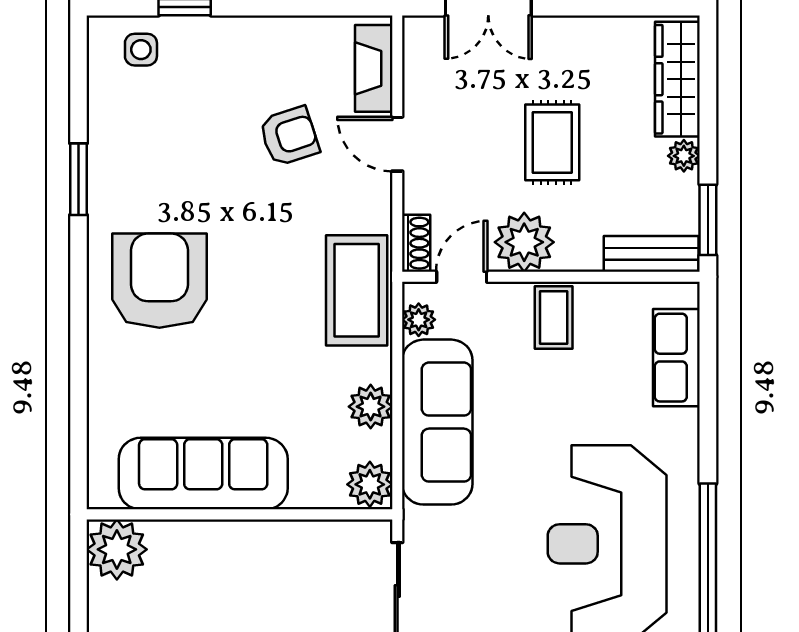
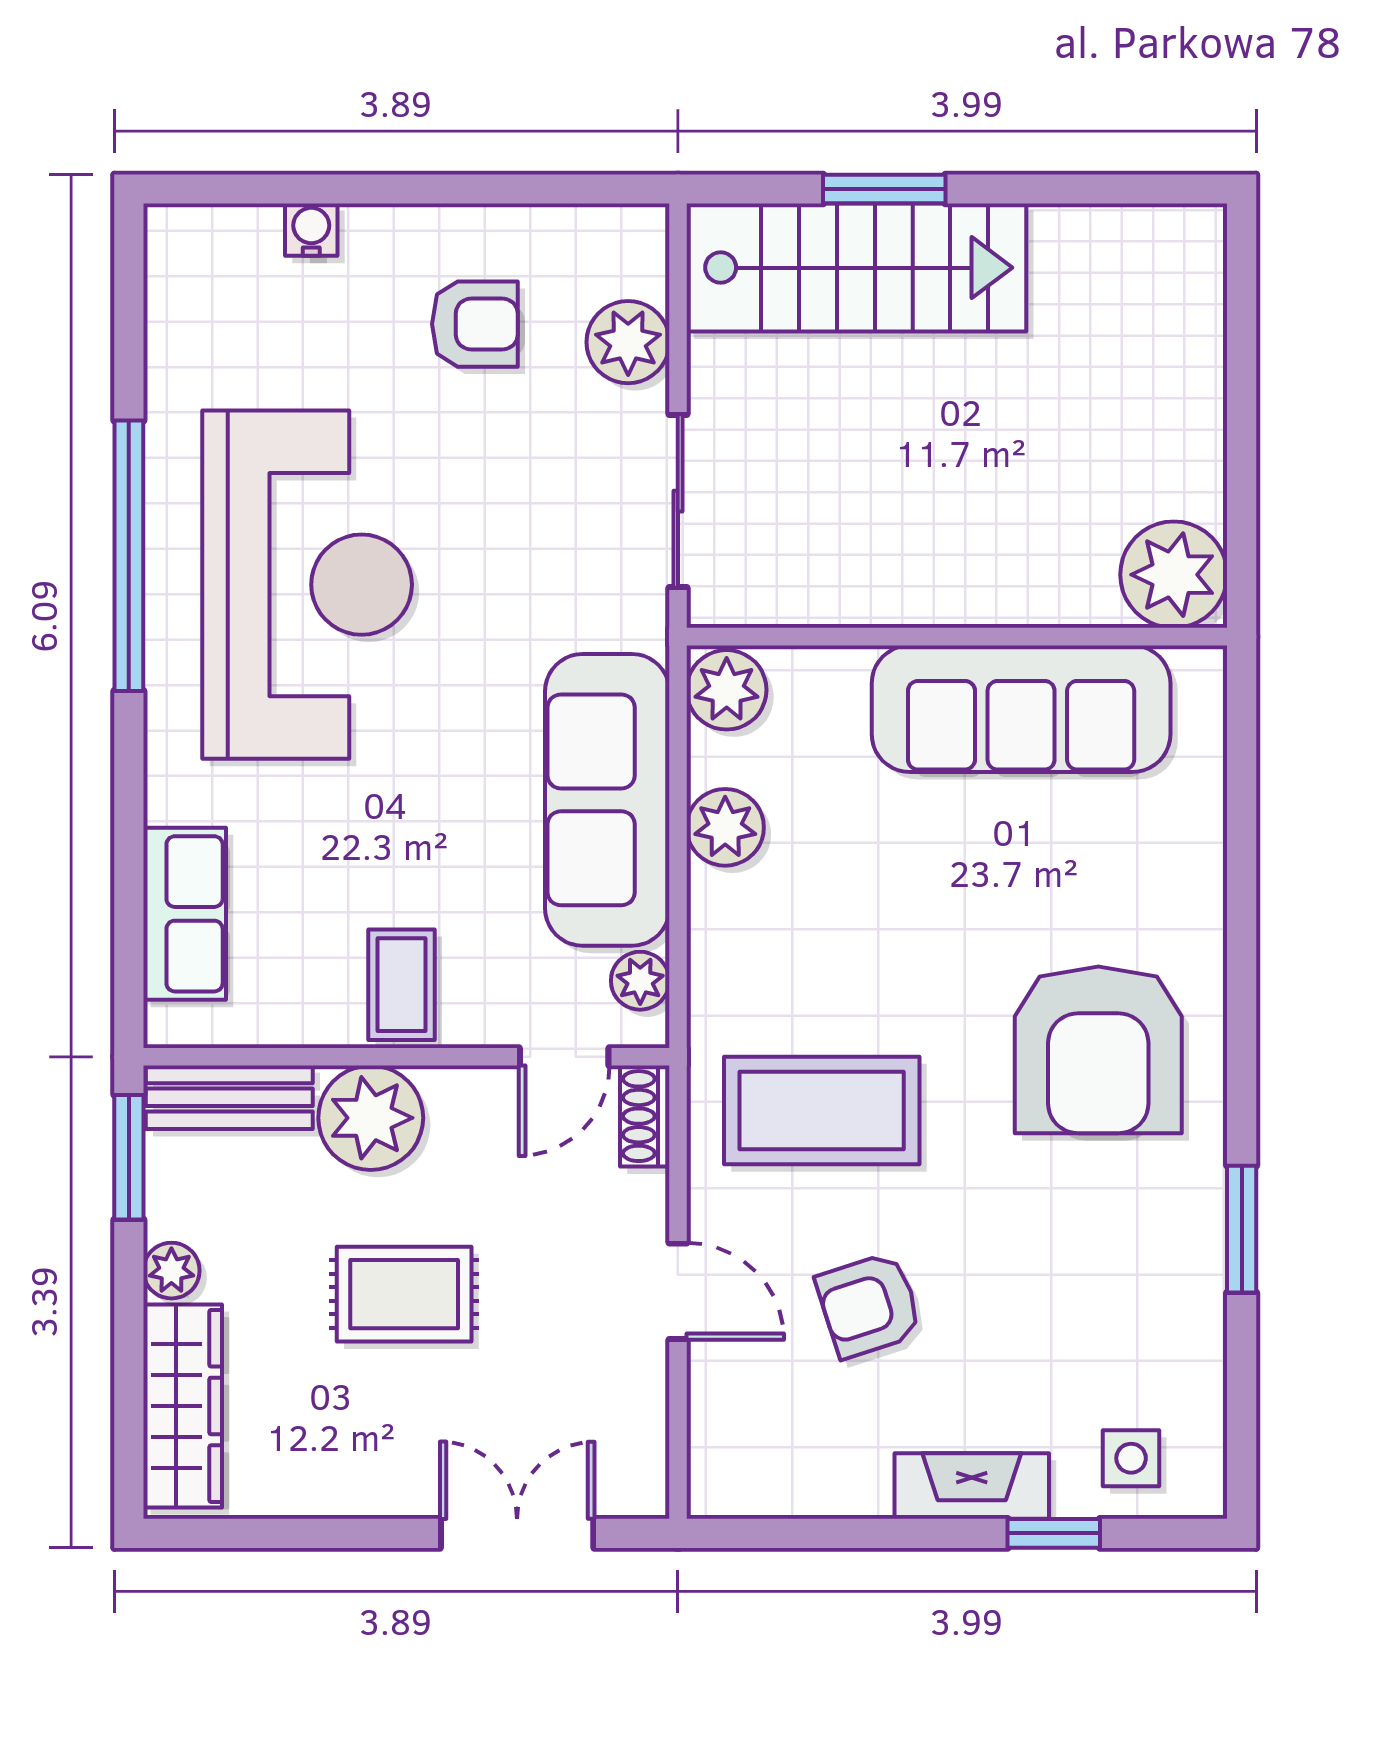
fireplace: (374, 68) -> (972, 1486), moved, turned -90
rug: (552, 142) -> (404, 1294), turned 90
plant: (524, 242) -> (371, 1118), moved
coffee table: (357, 290) -> (822, 1111), moved, turned 90

